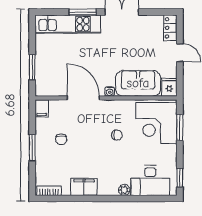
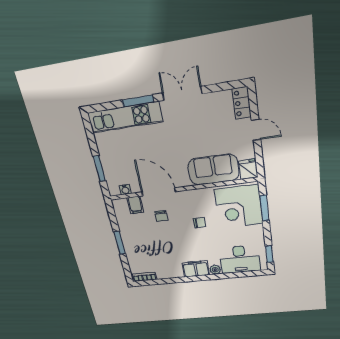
water cooler: (110, 91) -> (125, 190), moved
filing cabinet: (42, 108) -> (135, 205), moved
chair: (61, 139) -> (161, 216), moved
filing cabinet: (84, 187) -> (196, 269), moved

